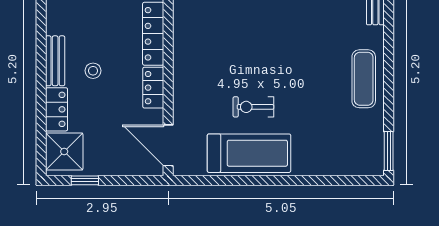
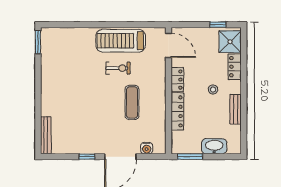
bench: (55, 61) -> (235, 109), moved
exercise mat: (364, 79) -> (132, 103), moved

